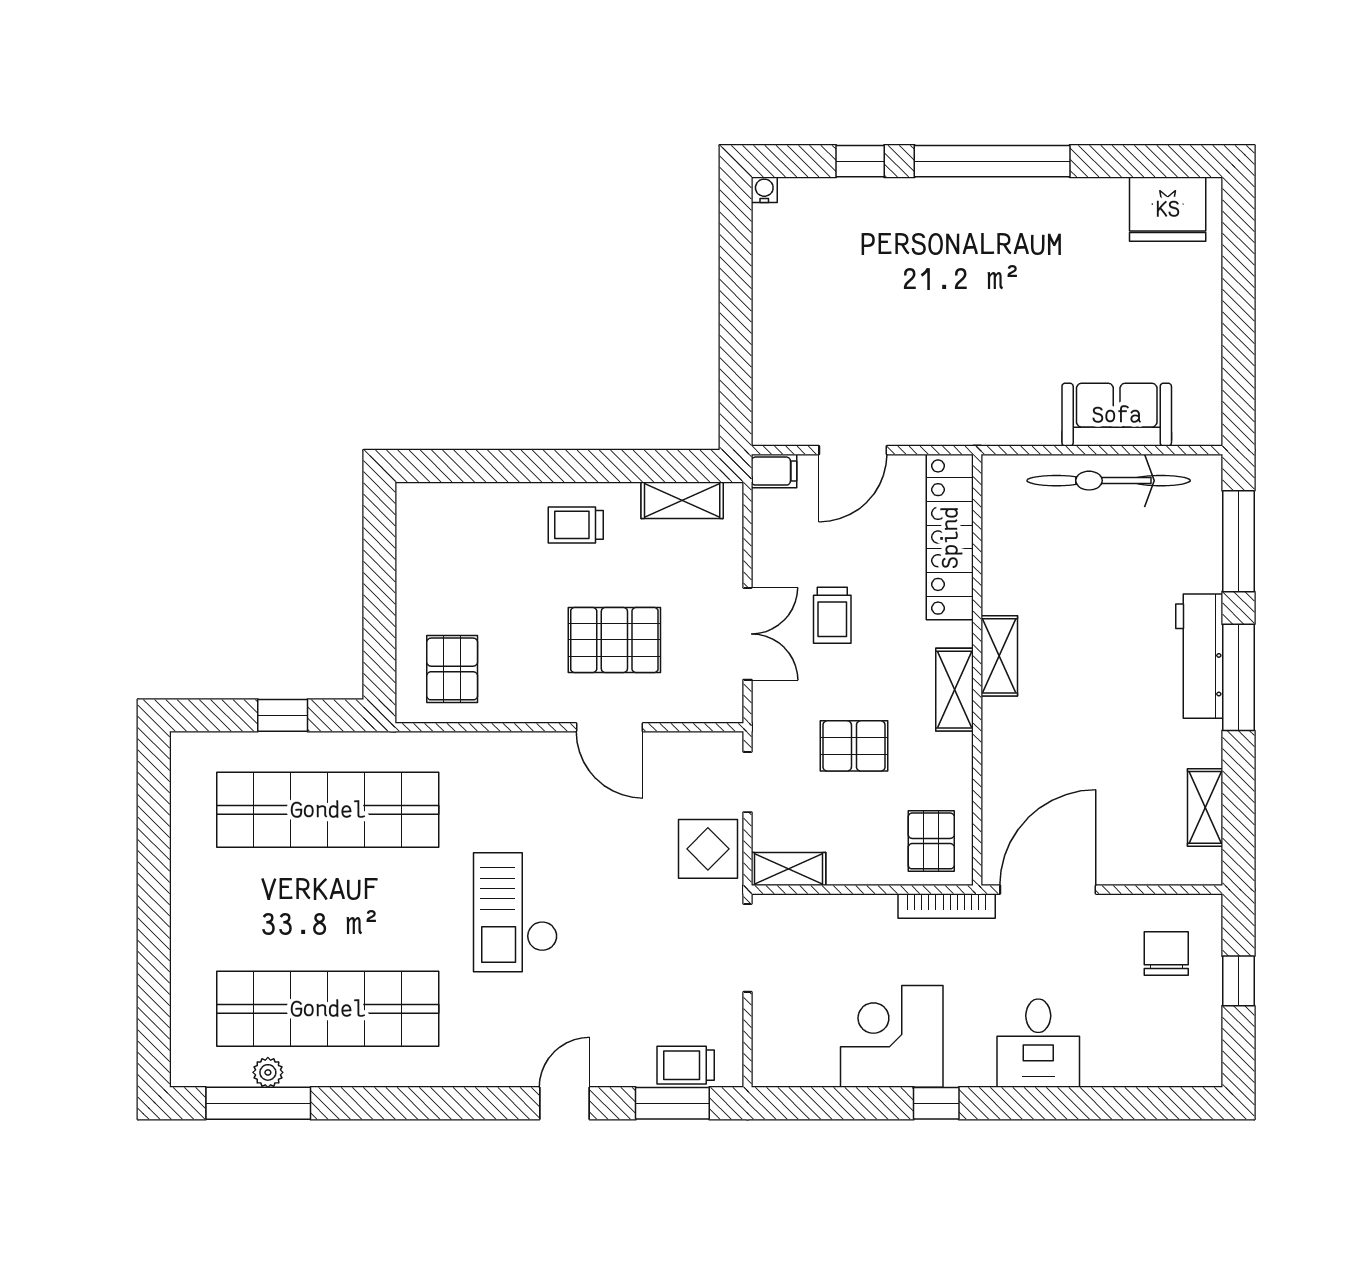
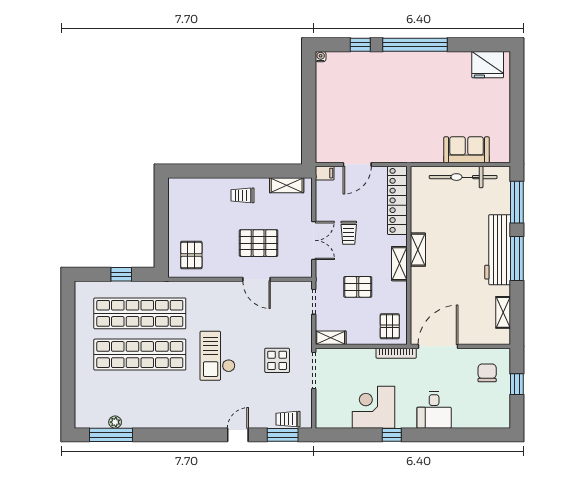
workbench: (1199, 656) -> (498, 250), width x1.36, depth x1.32
display table: (708, 849) -> (277, 360), moved
shop shelf: (328, 1009) -> (140, 355), moved

